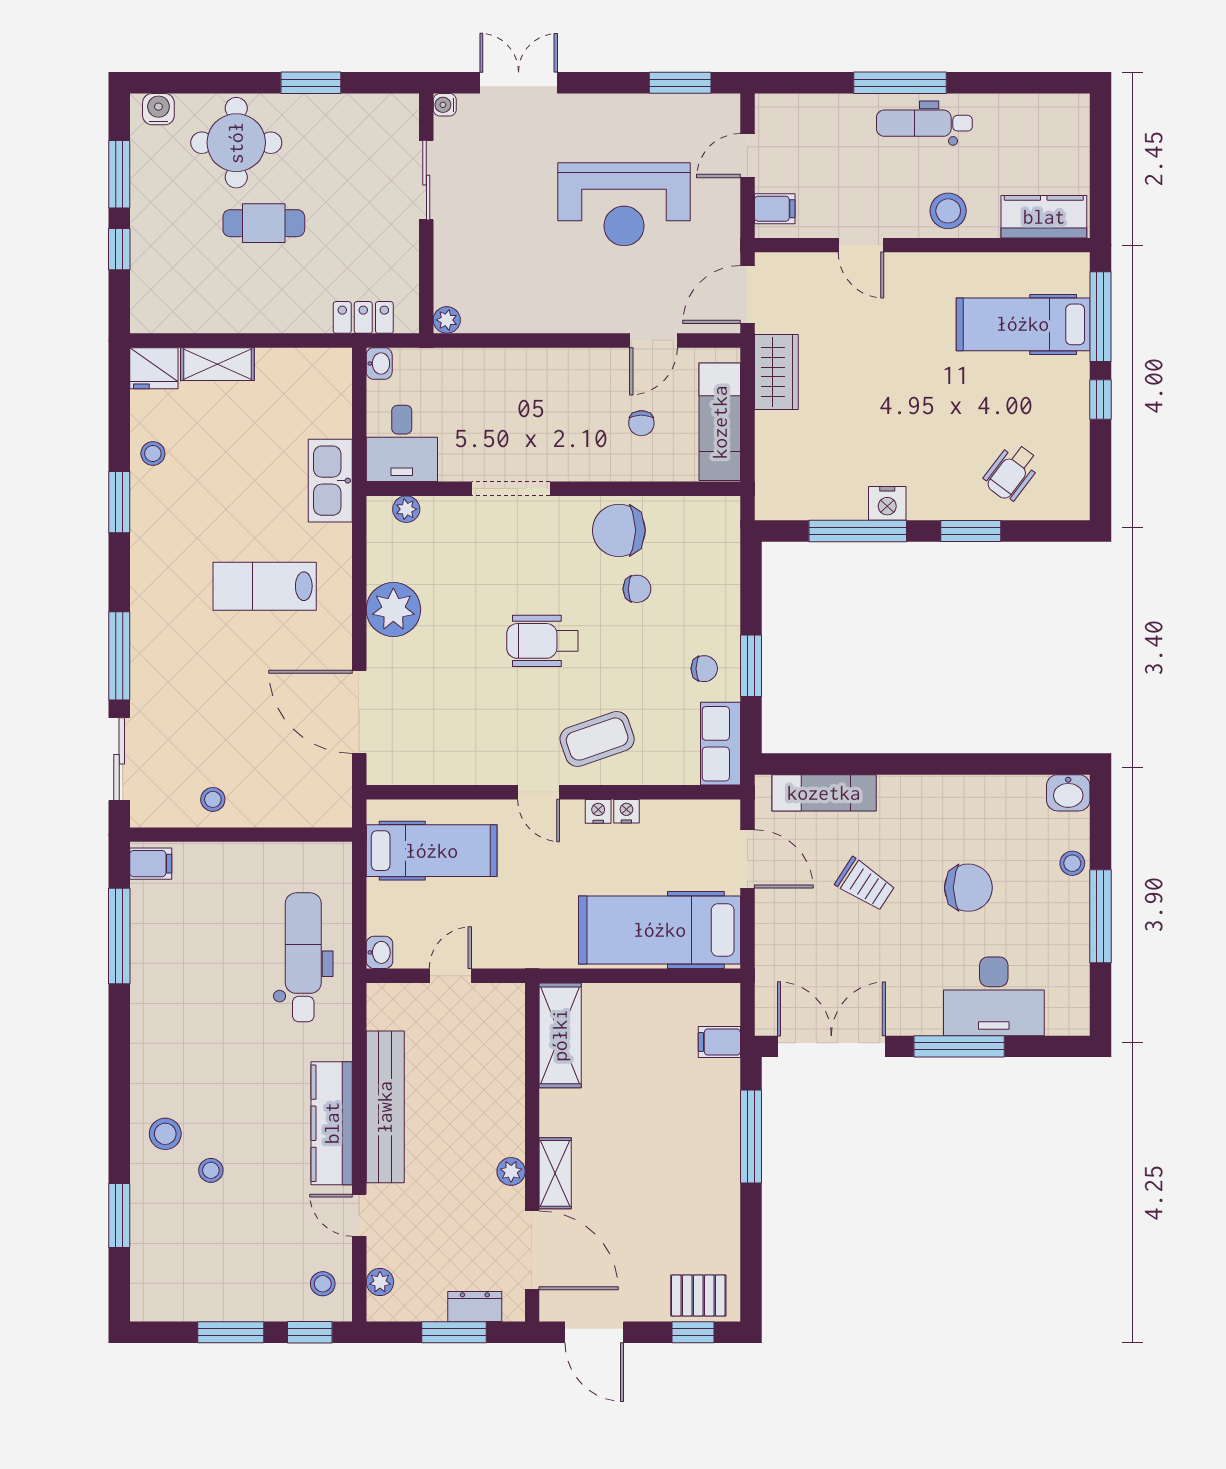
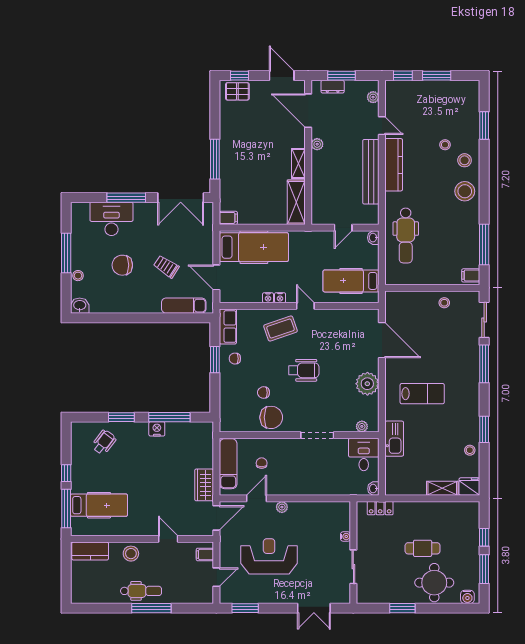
water cooler: (445, 105) -> (345, 537), moved
plant: (447, 320) -> (282, 507), moved
filing cabinet: (719, 1042) -> (228, 218), moved
shelving: (555, 1173) -> (298, 163), moved
stool: (323, 1284) -> (465, 191), moved, width x1.89, depth x1.89

